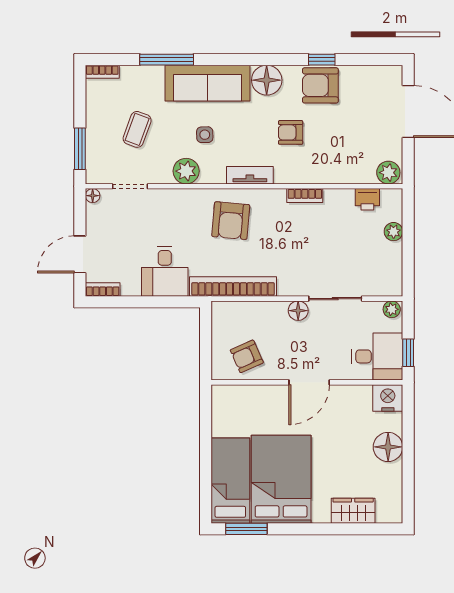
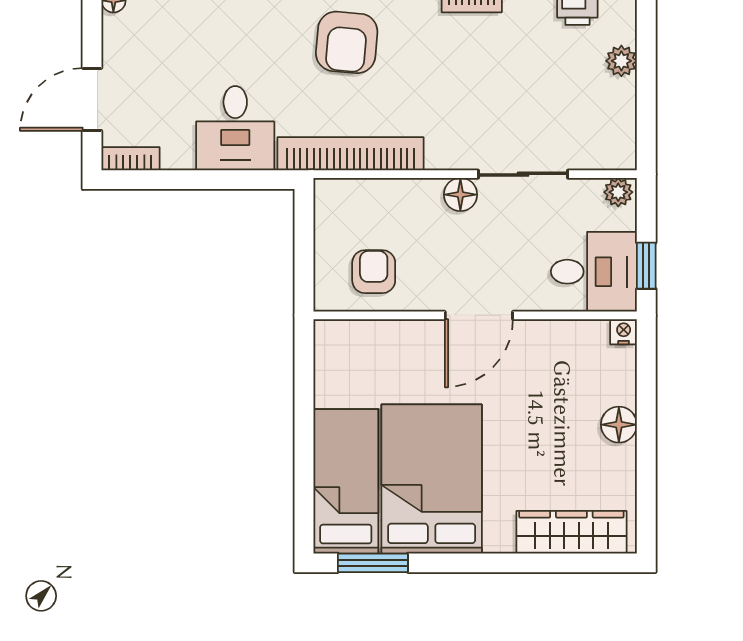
armchair: (247, 356) -> (374, 272), turned 114
nightstand: (388, 398) -> (624, 332), width x0.53, depth x0.56
floor lamp: (388, 447) -> (619, 425), width x0.73, depth x0.73
wardrobe: (353, 511) -> (571, 532), width x1.50

